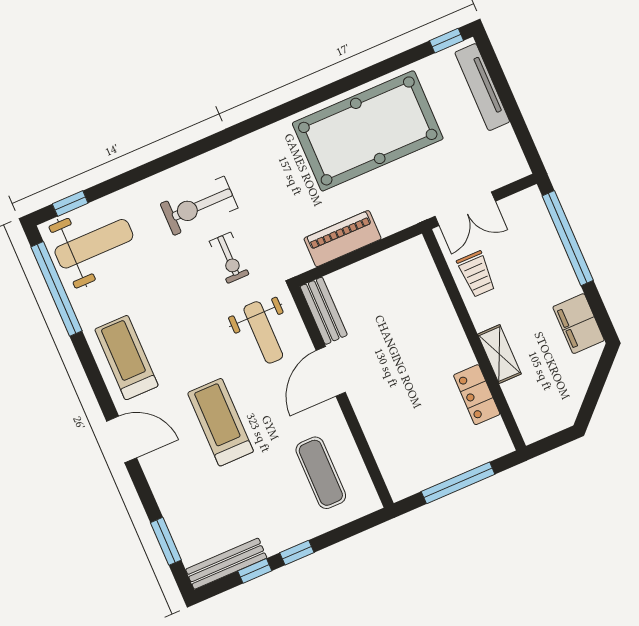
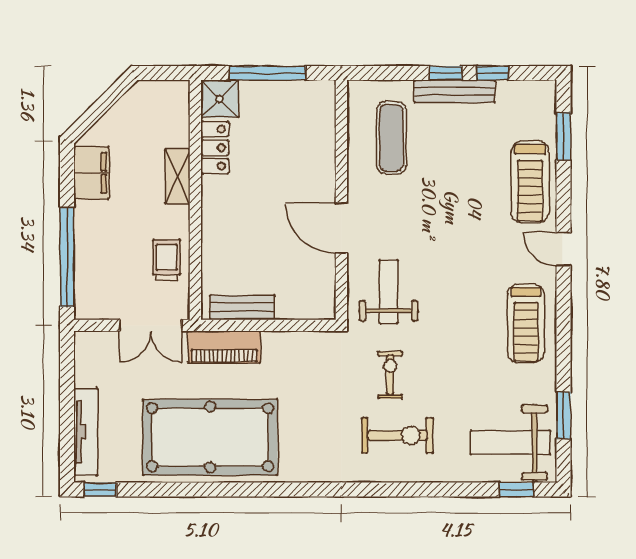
double door: (465, 209) -> (151, 325), swing flipped
piano: (343, 239) -> (224, 347), moved
window: (57, 289) -> (563, 415), width x0.47
bench: (324, 311) -> (242, 308), moved, turned 90
door: (331, 371) -> (341, 228), swing flipped
treadmill: (221, 422) -> (530, 182), moved
door: (122, 439) -> (563, 249), width x0.73
shower: (492, 441) -> (220, 99), added
bench: (226, 564) -> (455, 91), moved

